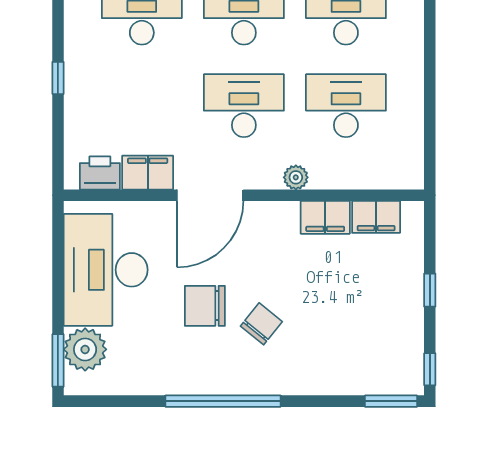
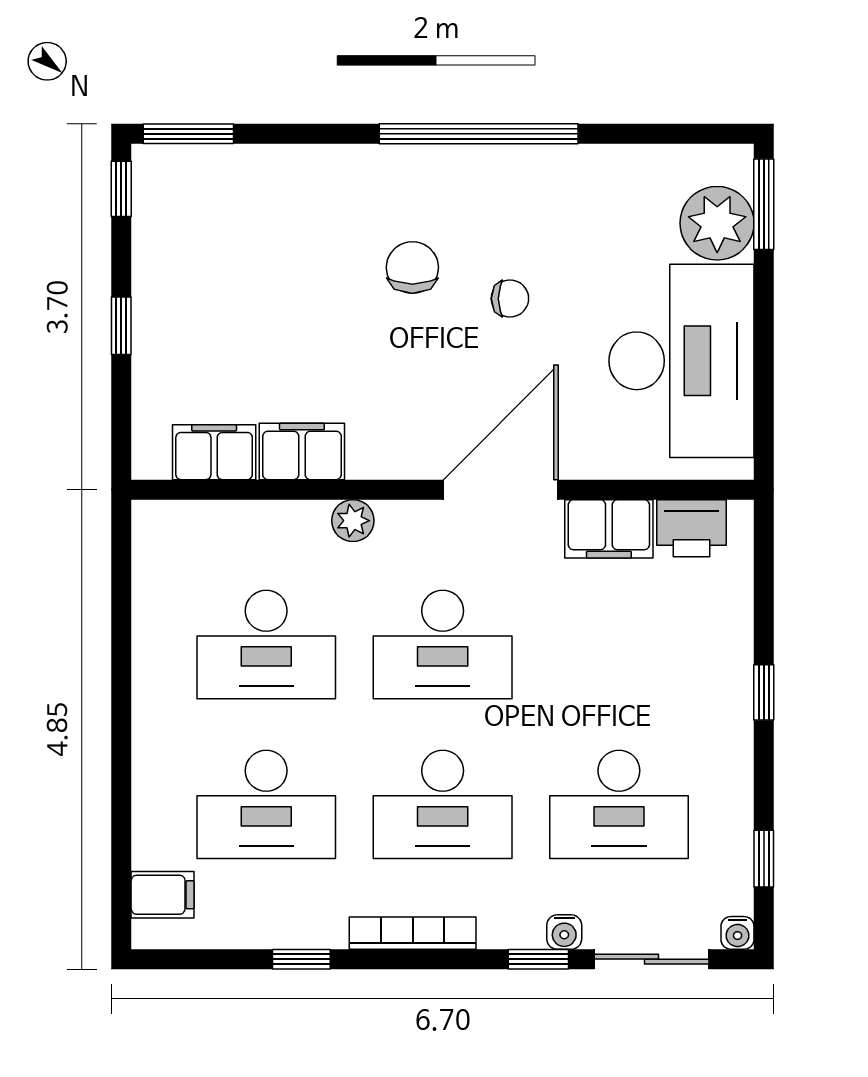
chair: (205, 306) -> (510, 299), width x0.54, depth x0.54
chair: (261, 324) -> (412, 267), turned 141

